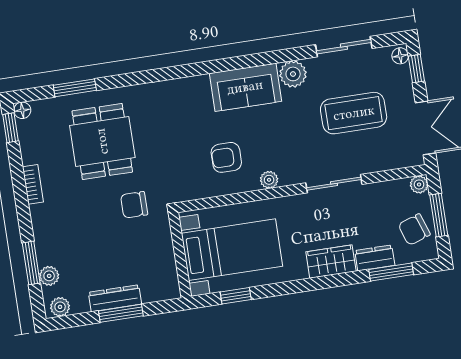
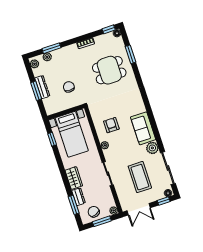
sliding door: (344, 47) -> (168, 168), width x1.37
chair: (134, 205) -> (69, 87), moved

